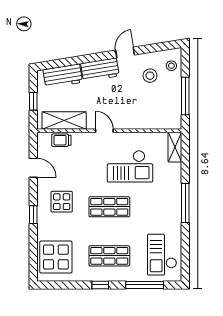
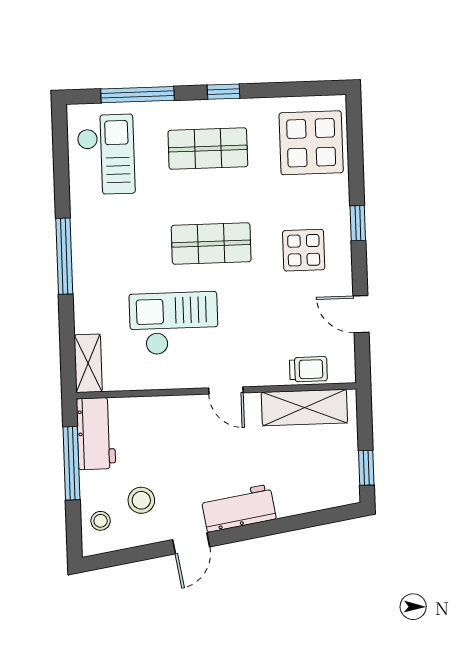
workbench: (63, 76) -> (96, 434), moved, turned 99
window: (33, 101) -> (366, 468), moved

